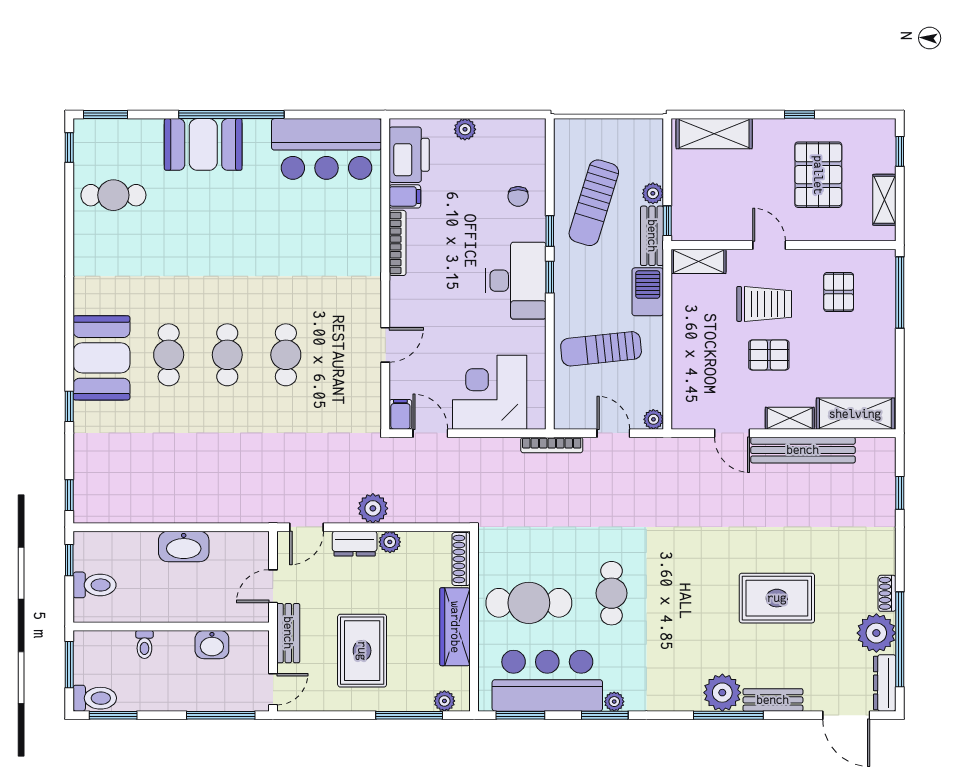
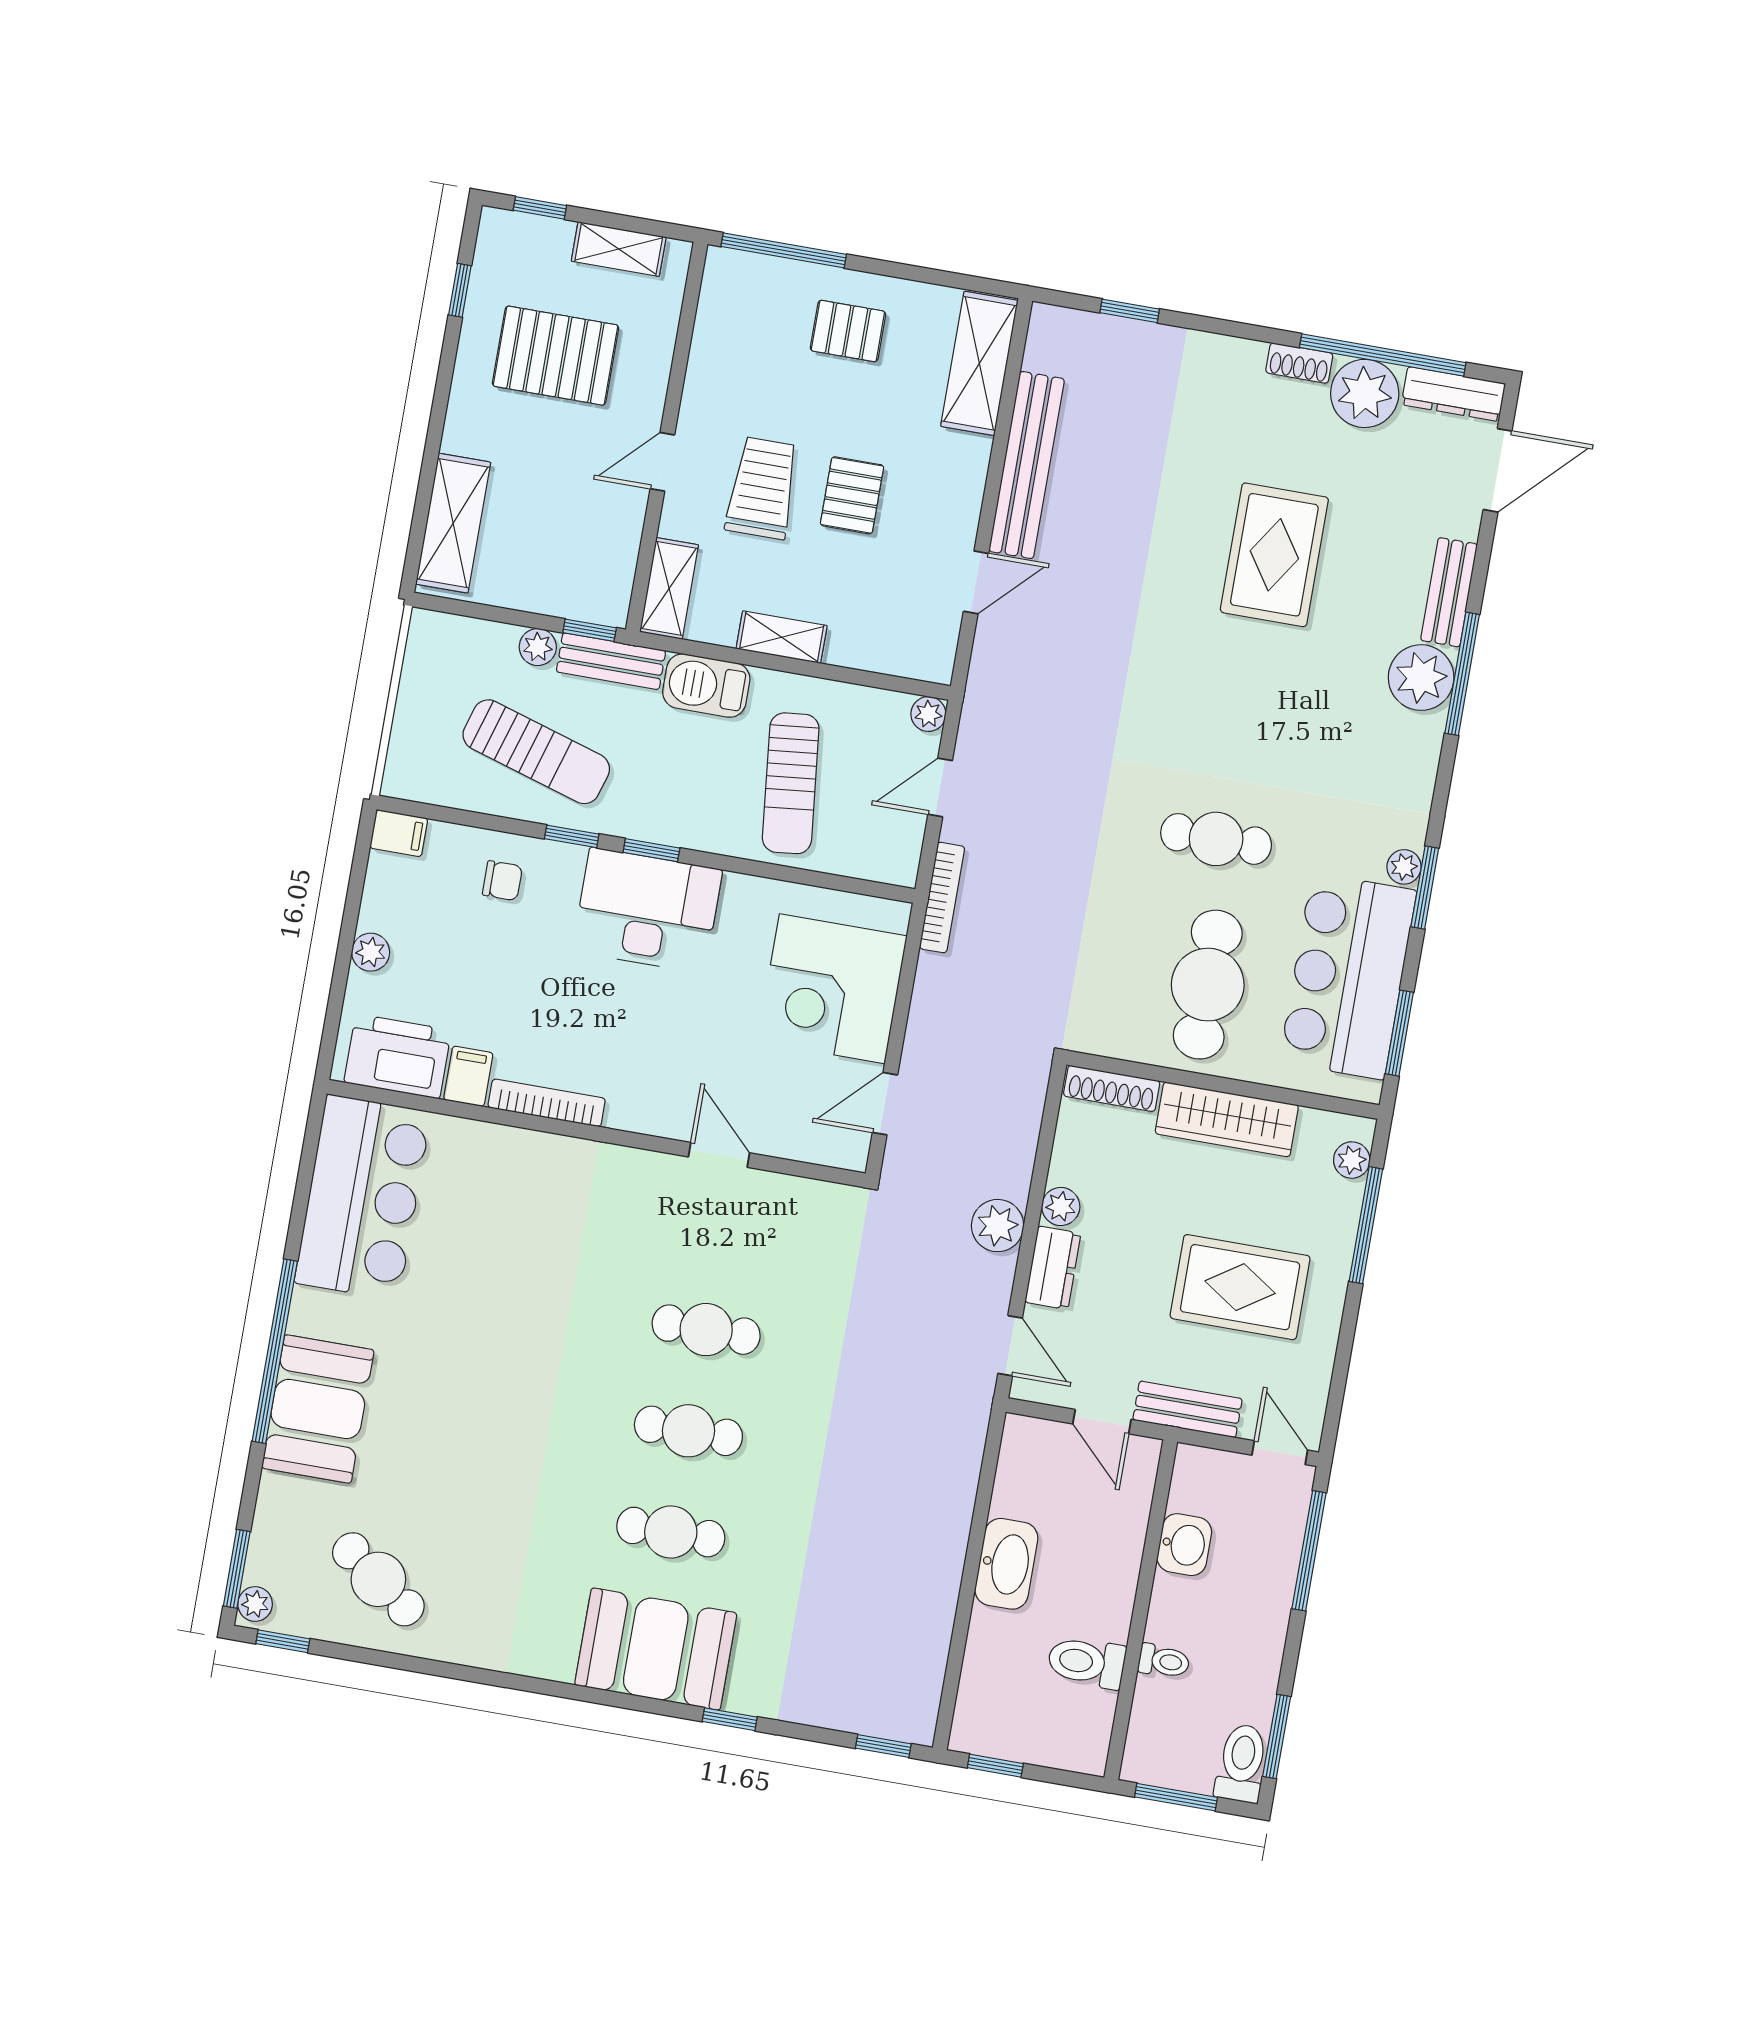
window: (800, 115) -> (460, 290), moved
plant: (87, 128) -> (255, 1604), added
cafe table: (113, 195) -> (378, 1579), turned -54
pallet: (839, 292) -> (848, 331), moved
filing cabinet: (400, 414) -> (399, 833), moved, turned 180
shelving: (790, 418) -> (782, 637), moved, turned 90
toilet: (95, 585) -> (1086, 1662), moved, turned -90

